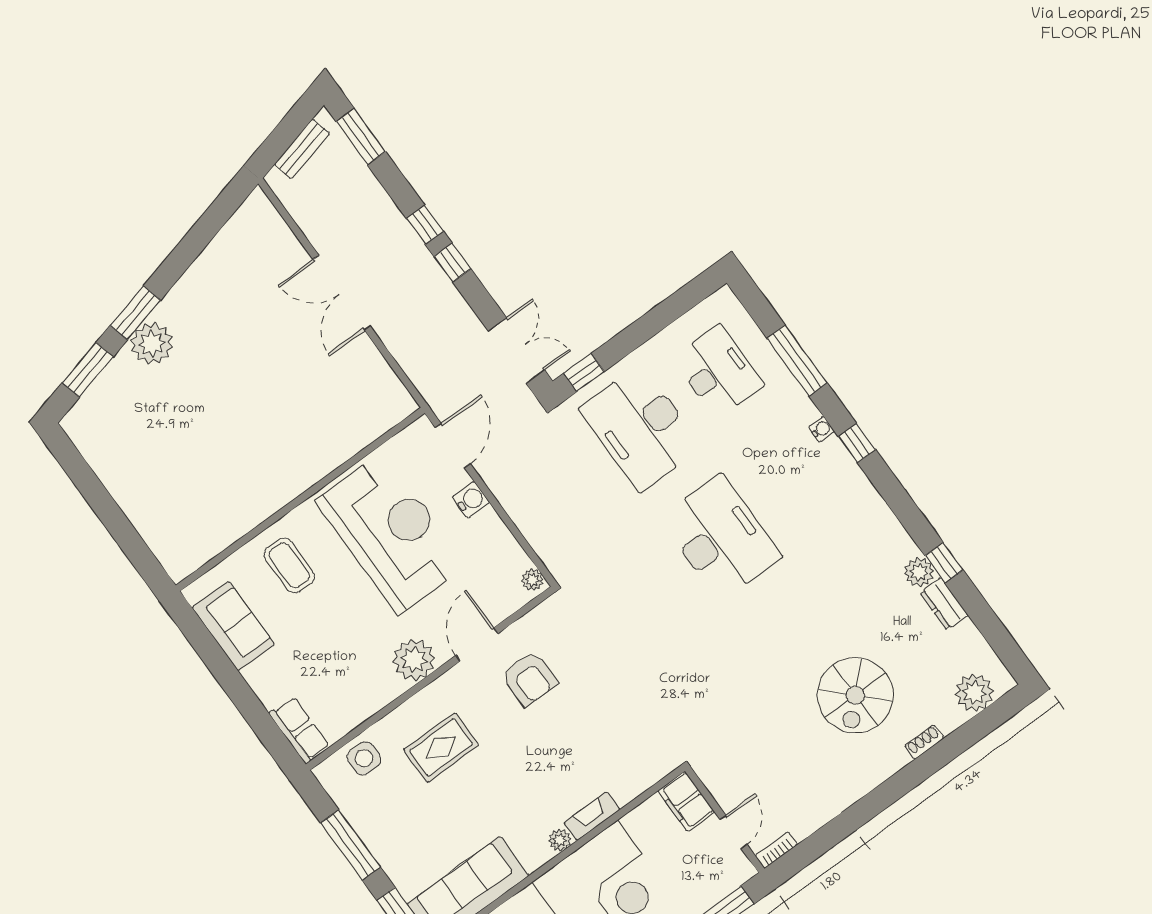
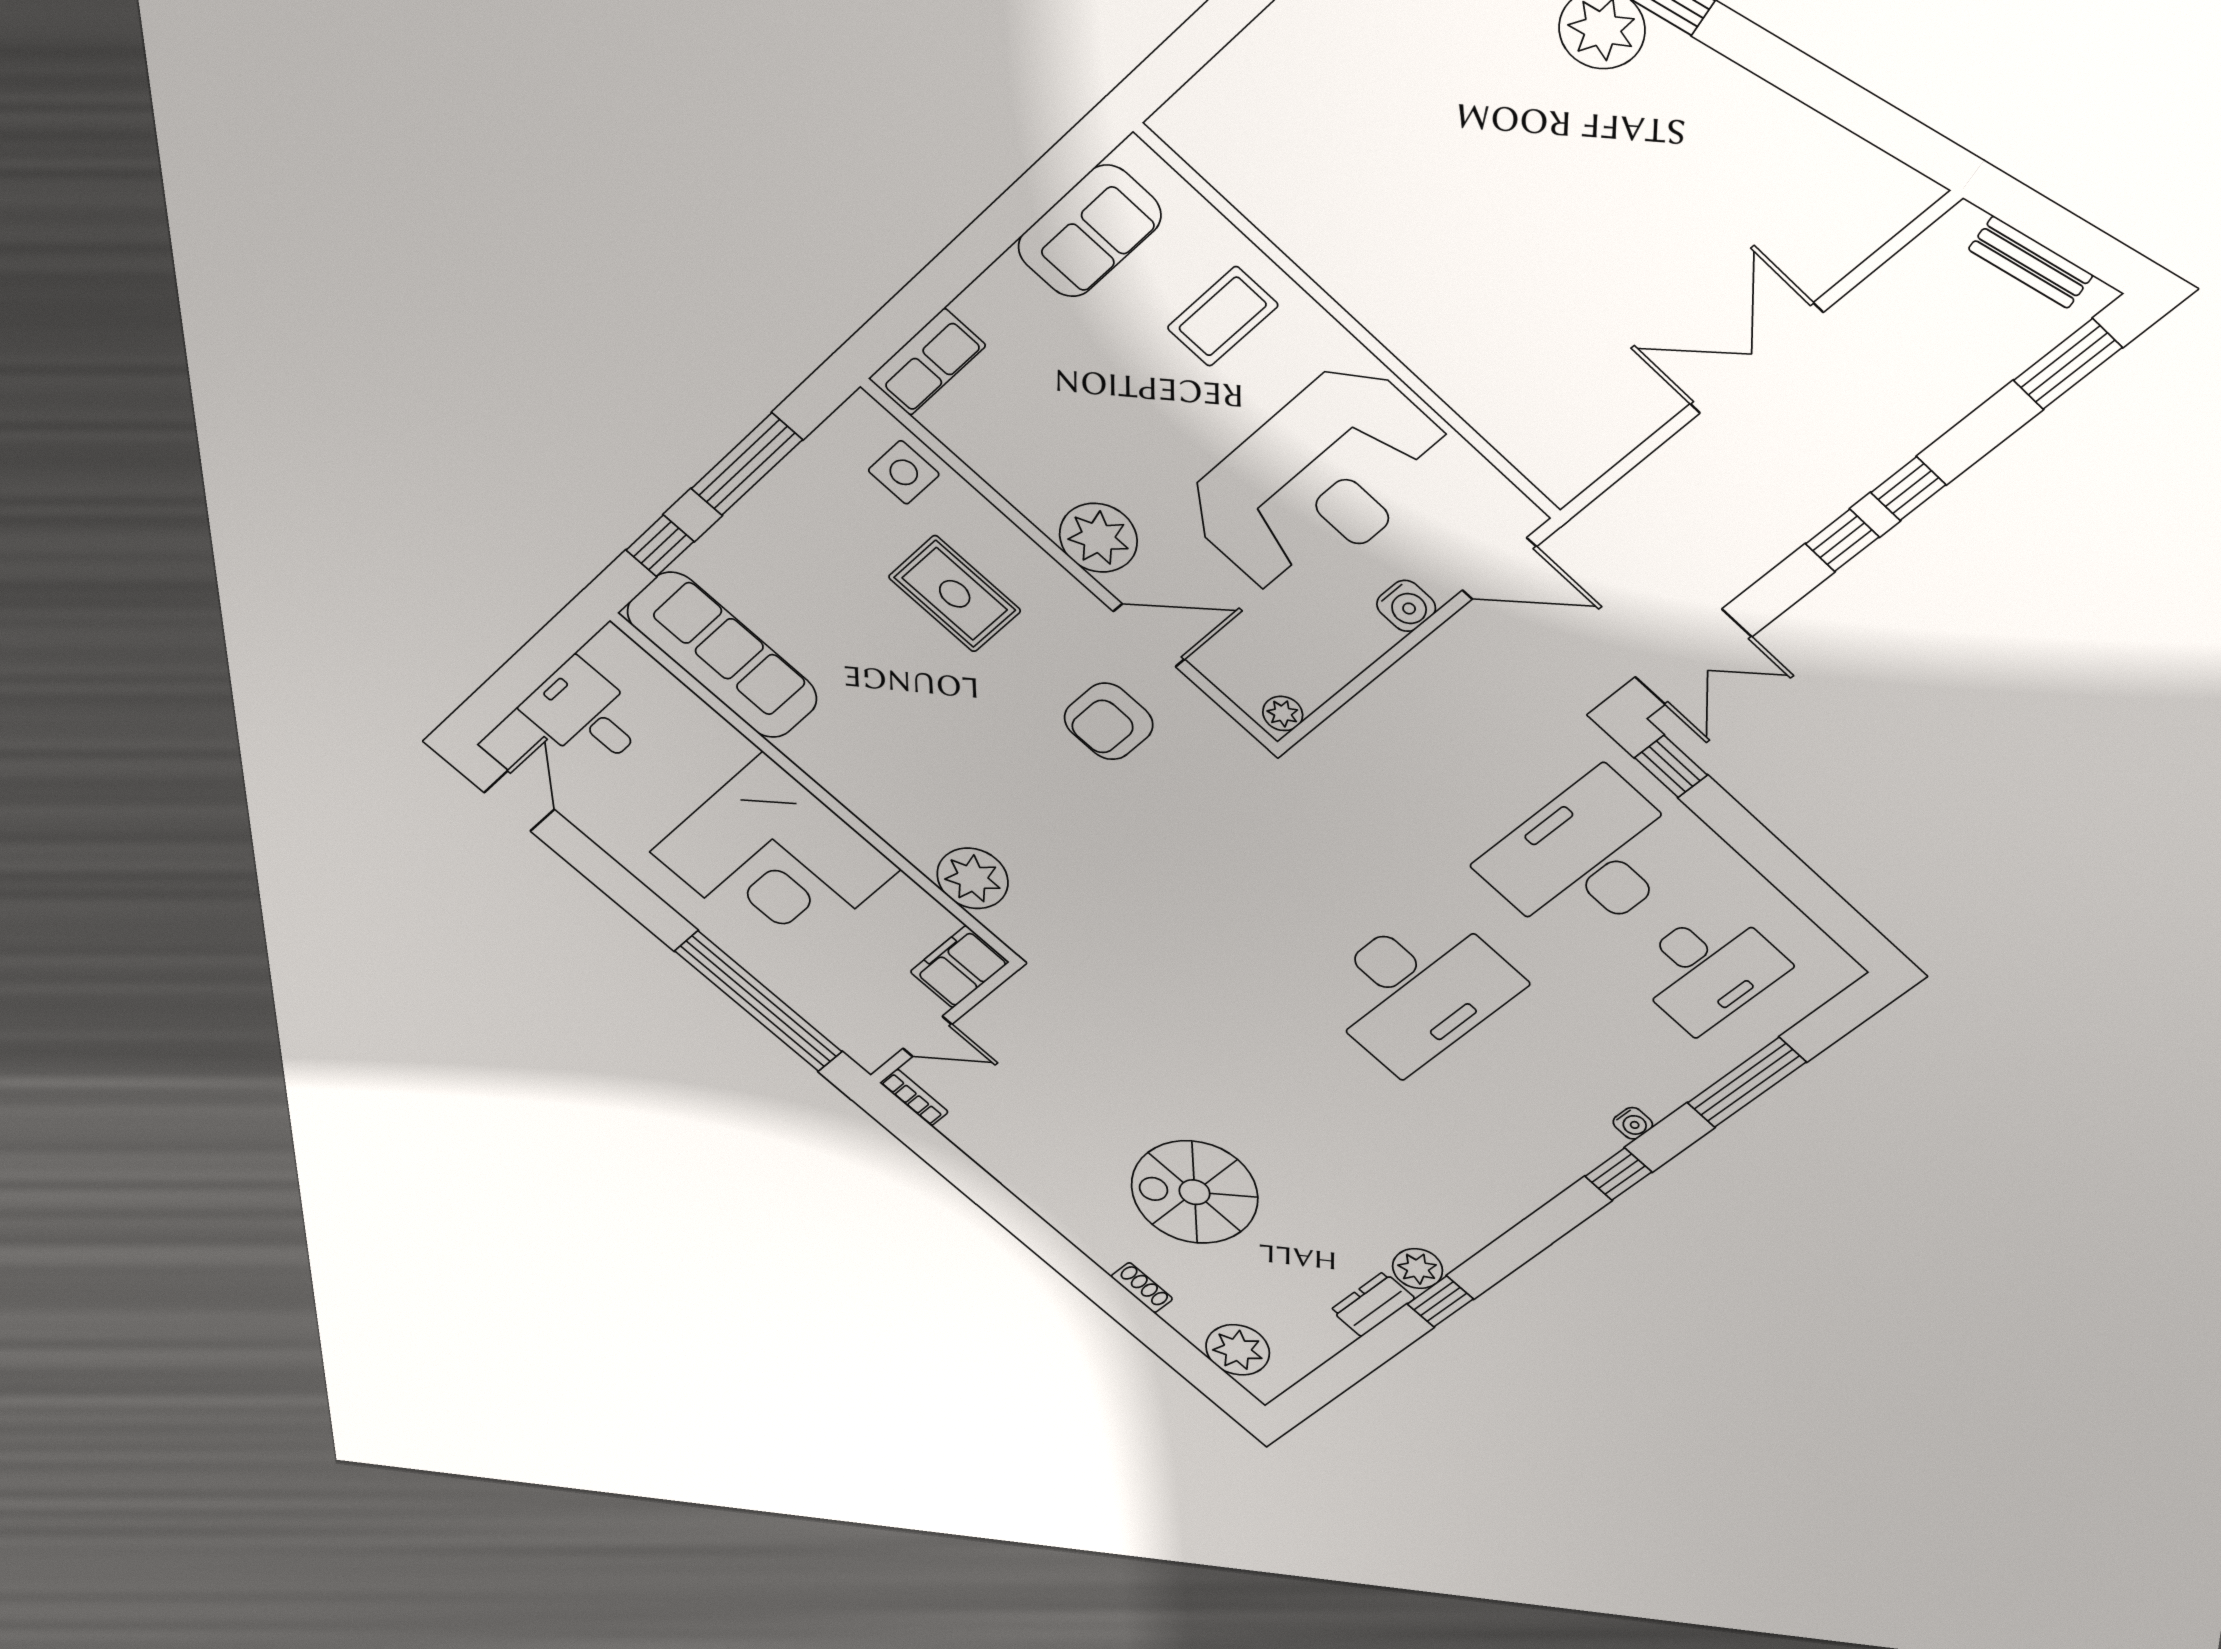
fireplace: (592, 816) -> (898, 832), removed
plant: (560, 840) -> (973, 878), moved, width x1.88, depth x1.88

